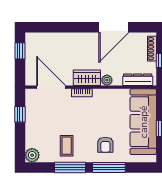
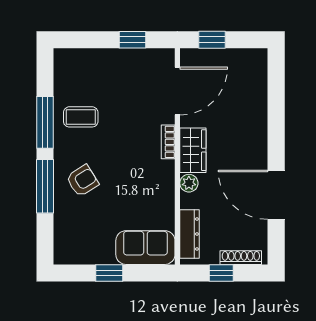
window: (20, 51) -> (212, 40), moved
sofa: (143, 122) -> (145, 248), width x0.54, depth x0.79
armchair: (105, 145) -> (82, 181), turned 148
plant: (32, 155) -> (65, 60), removed

